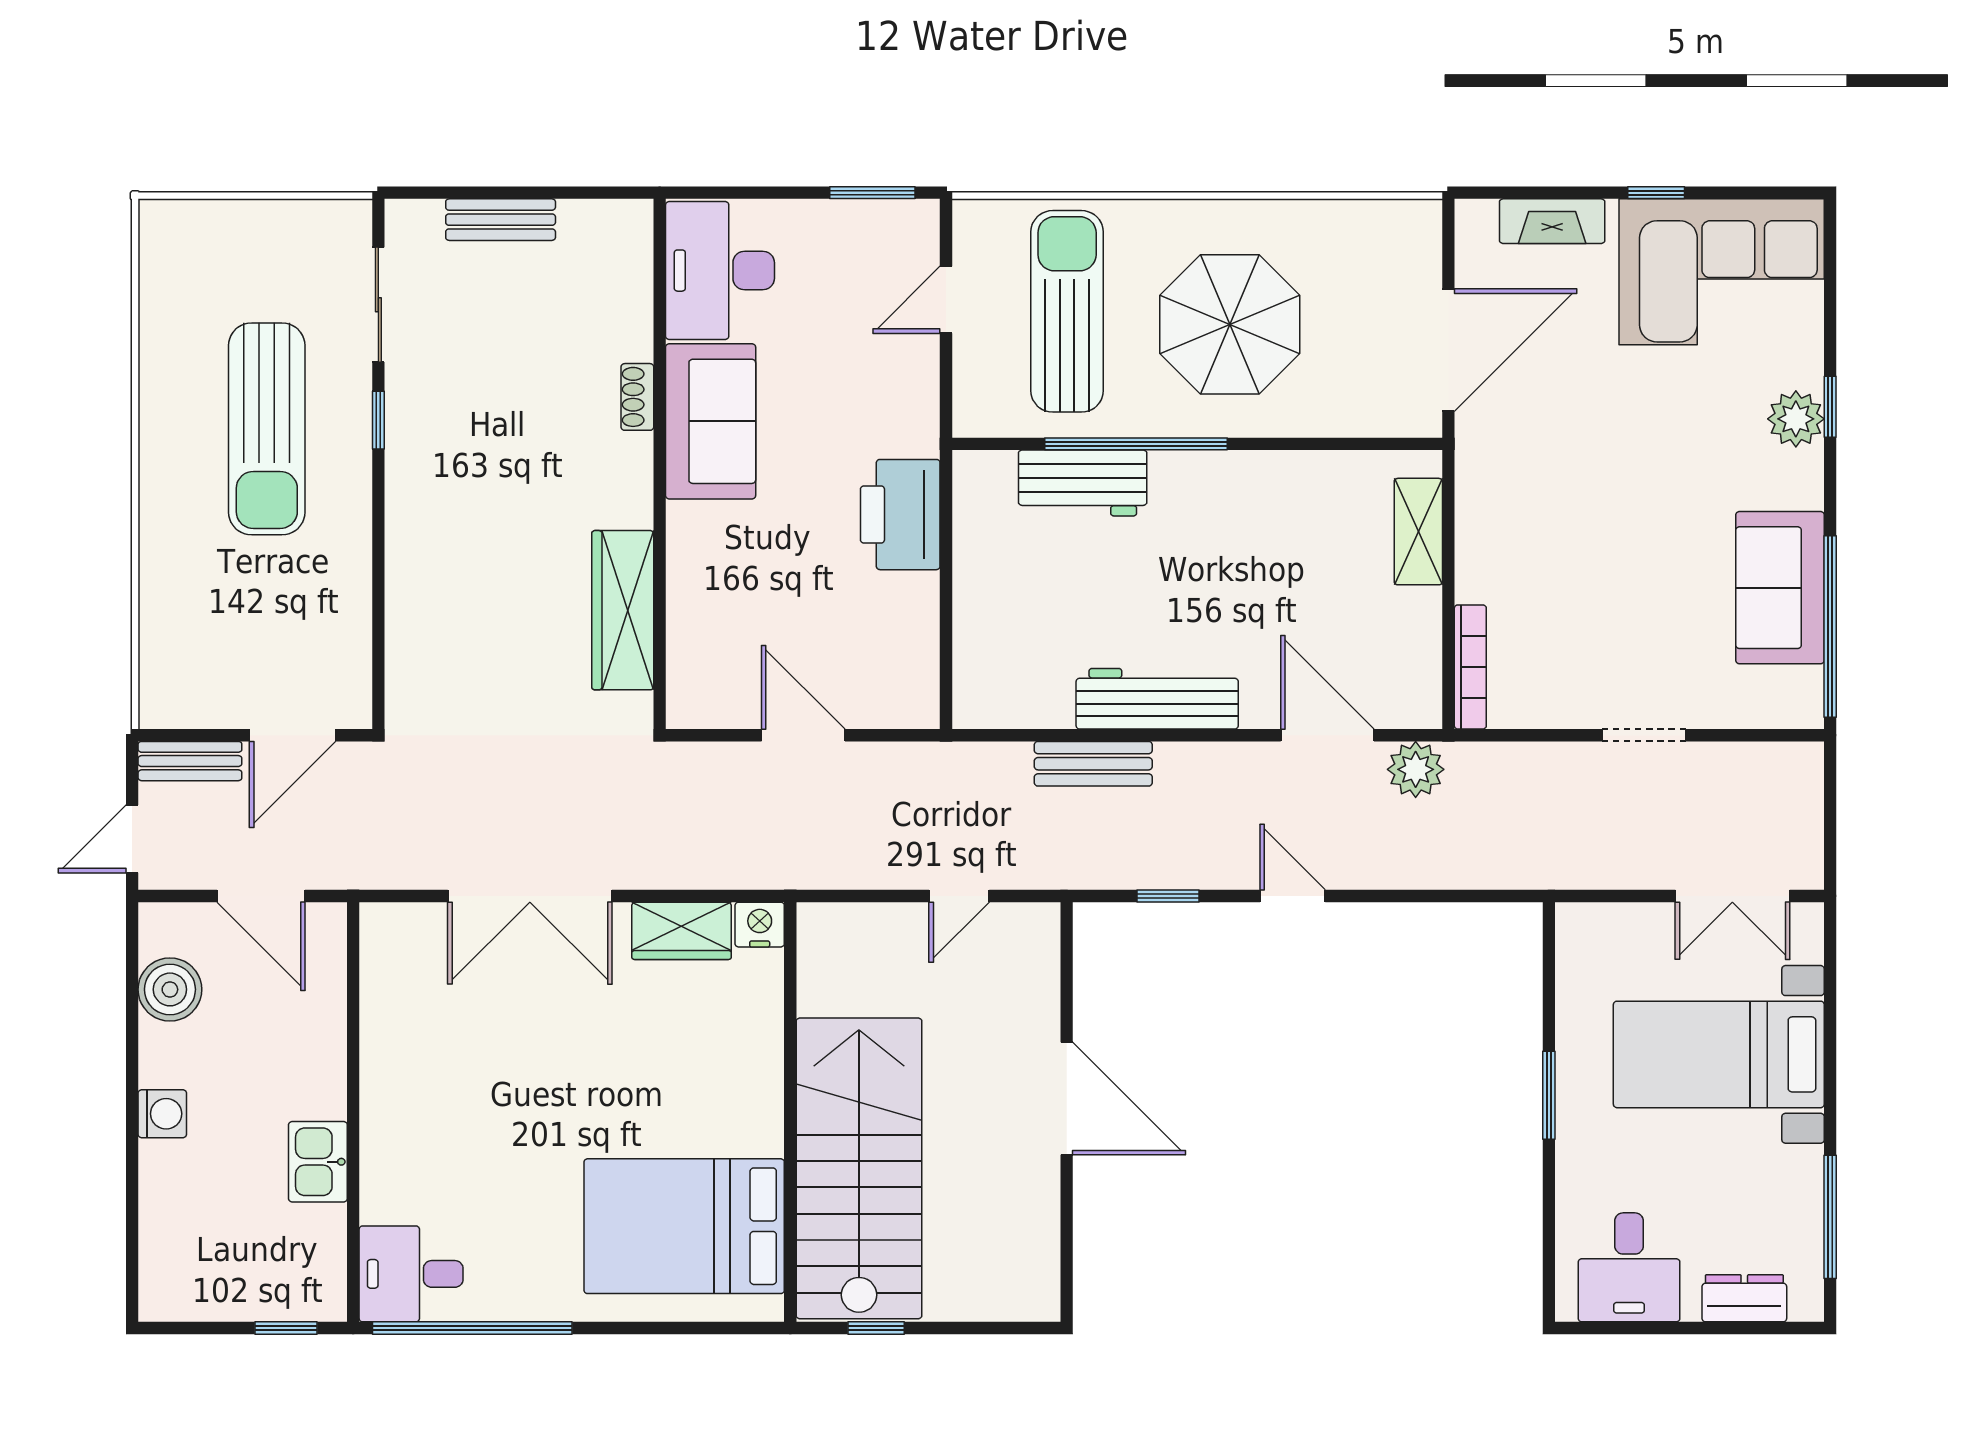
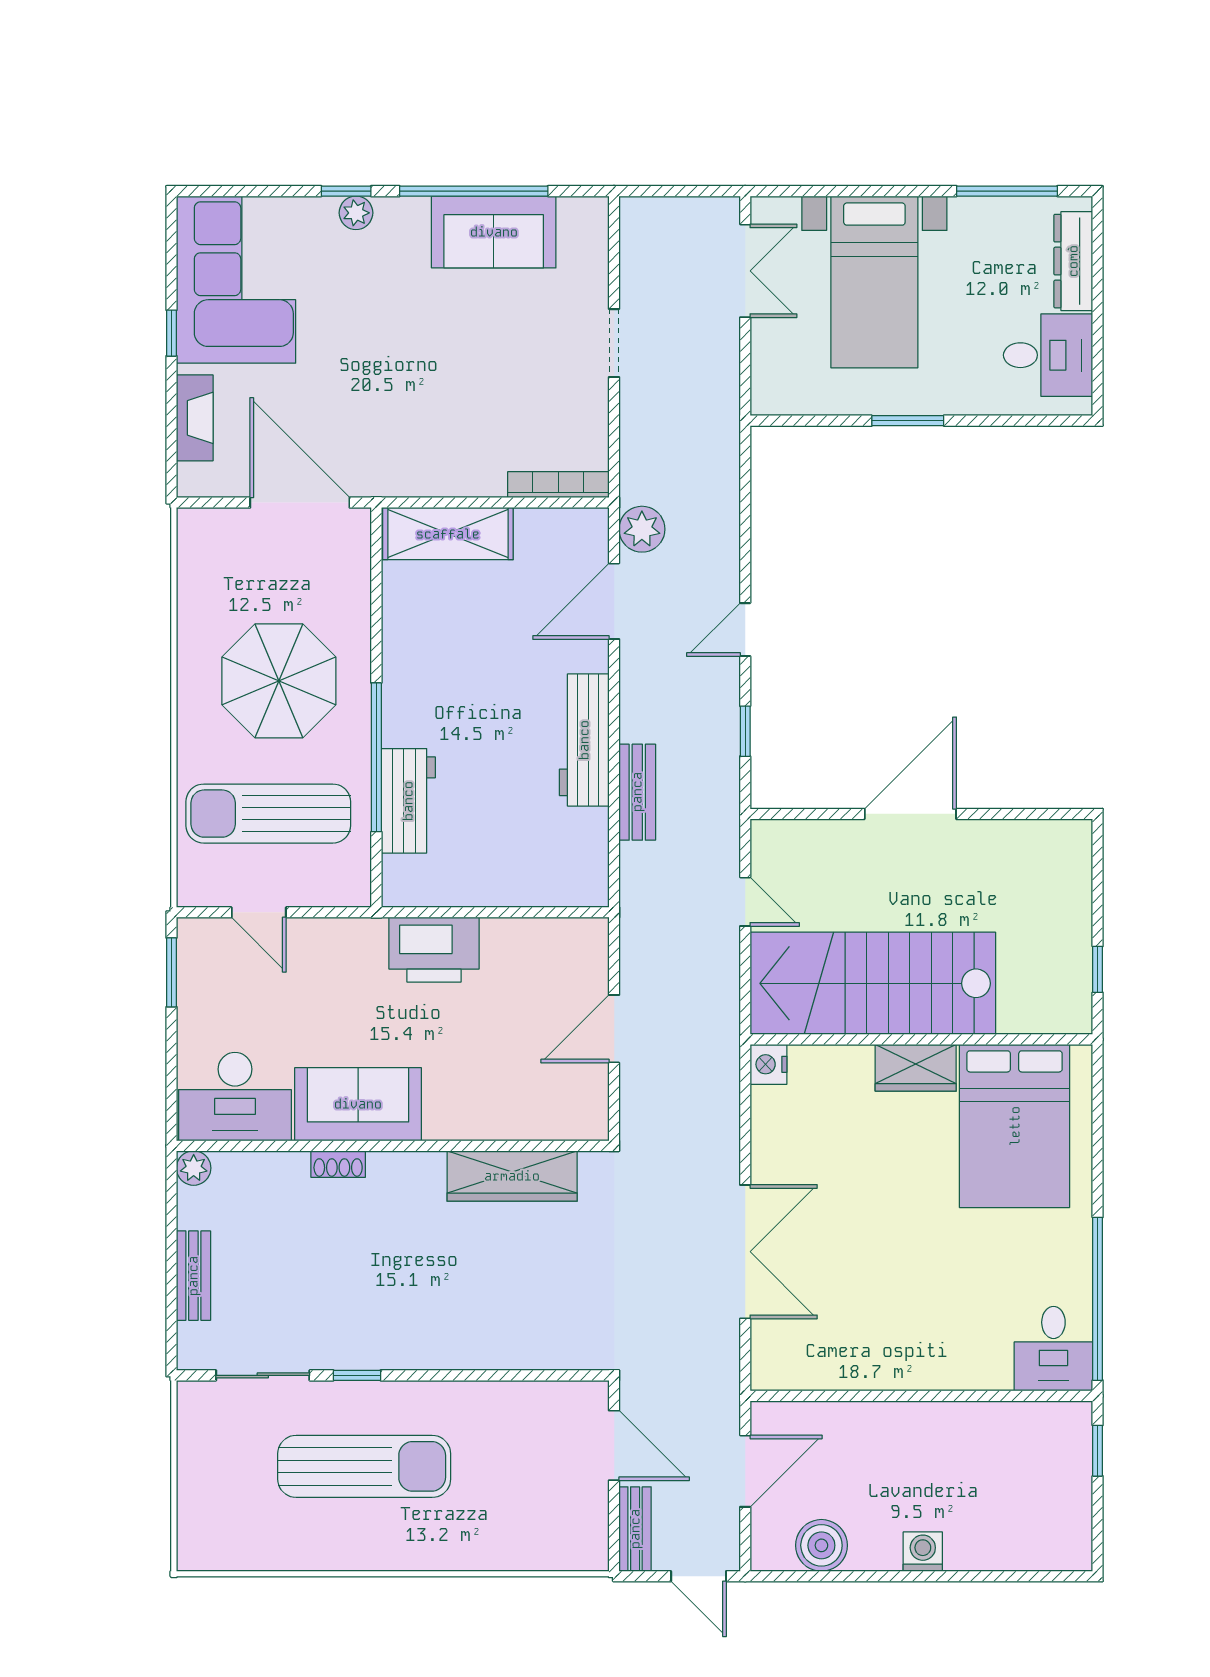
plant: (632, 220) -> (194, 1168), added
plant: (1796, 419) -> (356, 213), width x0.73, depth x0.73
shelving: (1418, 532) -> (448, 534), width x1.50, depth x1.33
window: (1830, 627) -> (474, 191), moved
wardrobe: (682, 931) -> (916, 1068), moved, turned 90
kitchen sink: (318, 1162) -> (962, 1425), removed
stairs: (859, 1168) -> (873, 983), moved
dresser: (1744, 1298) -> (1073, 261), width x1.44

